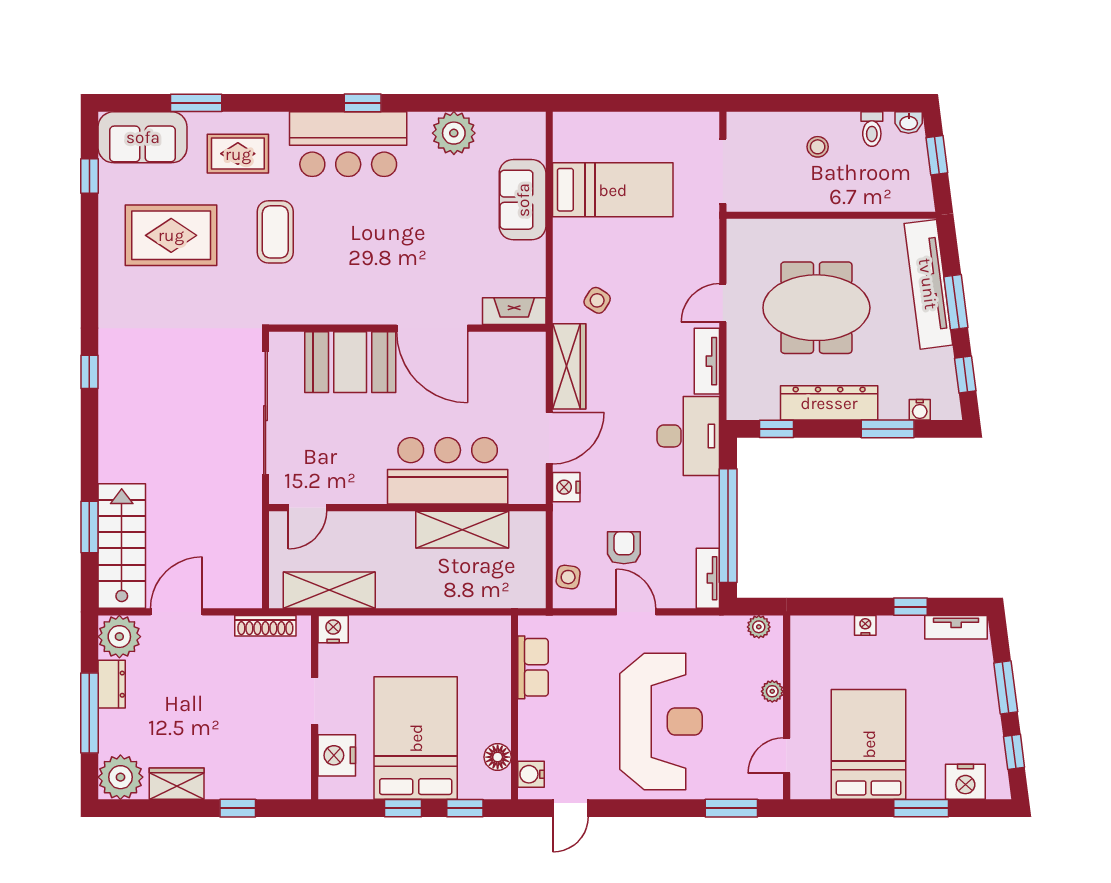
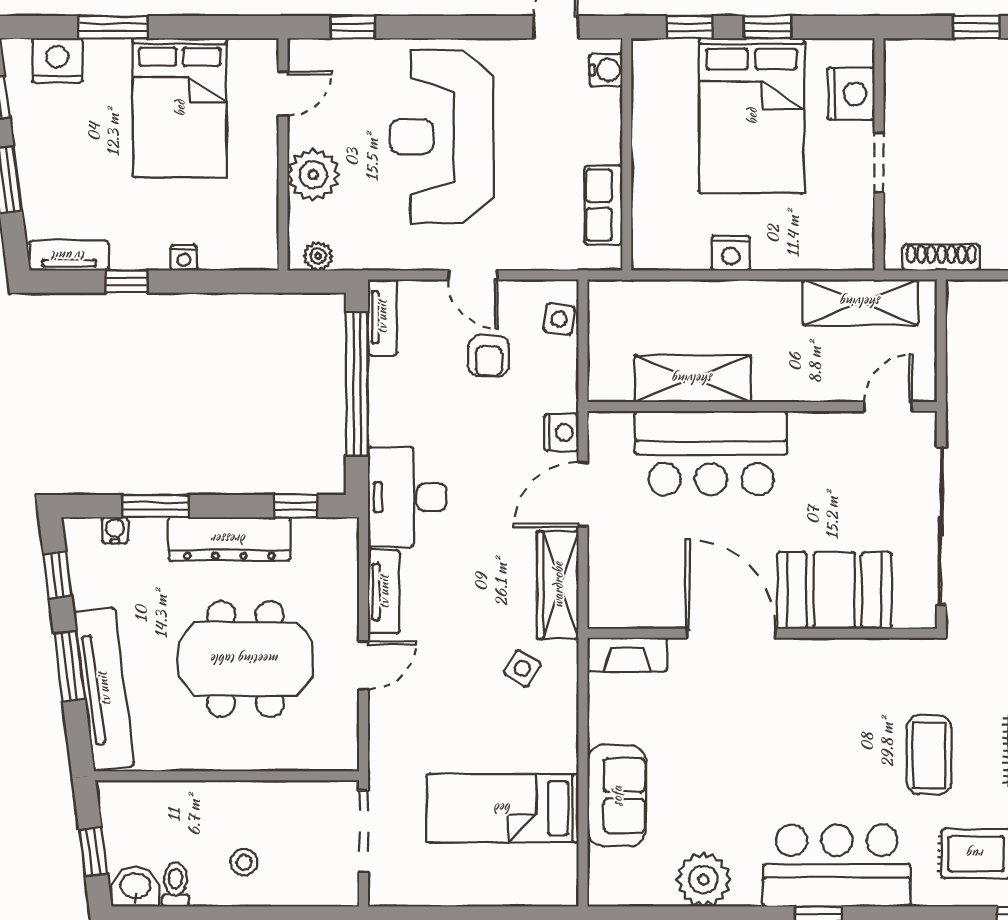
washbasin: (909, 122) -> (136, 887), width x1.38, depth x1.45
nightstand: (333, 629) -> (731, 253), moved
plant: (772, 691) -> (313, 175), width x1.88, depth x1.88
floor lamp: (498, 757) -> (648, 92), removed
window: (731, 808) -> (353, 27), width x0.67

